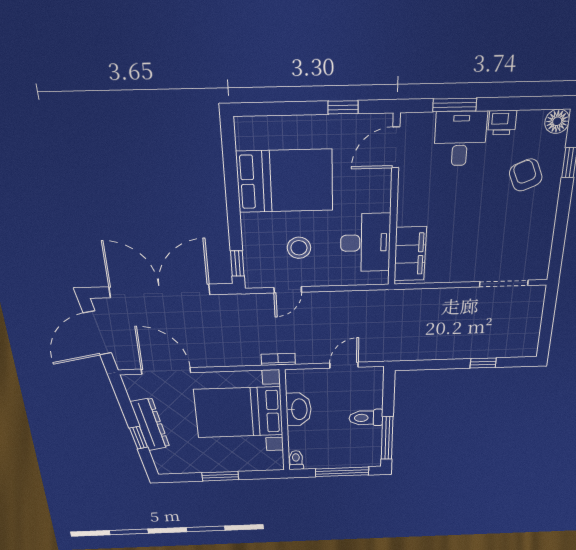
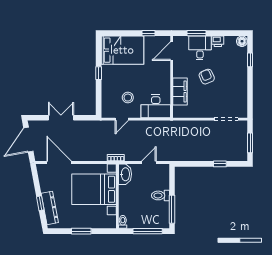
armchair: (526, 175) -> (207, 77), moved
bed: (285, 181) -> (122, 50), moved
desk: (365, 243) -> (156, 106), moved, turned 90
filing cabinet: (410, 254) -> (180, 91), moved
window: (237, 263) -> (99, 73), moved
double door: (160, 291) -> (61, 118), width x0.54
window: (547, 325) -> (250, 143), added
washbasin: (299, 409) -> (125, 174), moved
dresser: (150, 424) -> (50, 208), moved

